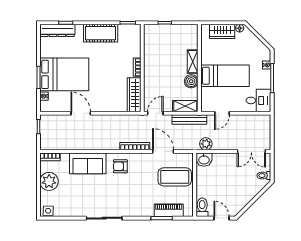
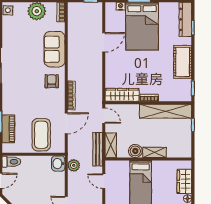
shelving: (151, 51) -> (166, 111), added

